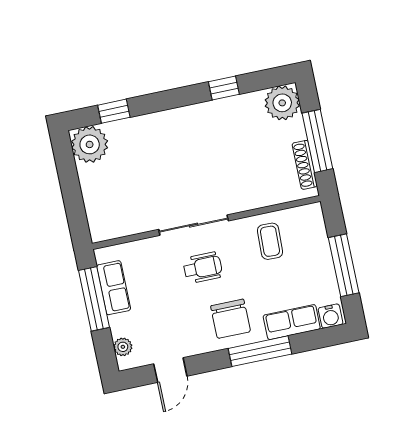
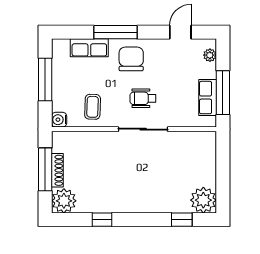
shoe rack: (305, 165) -> (57, 170), moved
water cooler: (331, 316) -> (59, 120), moved, turned -90

